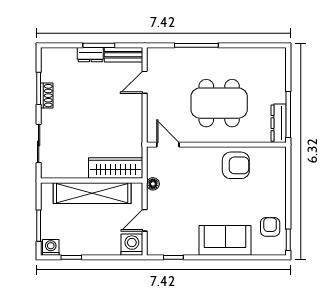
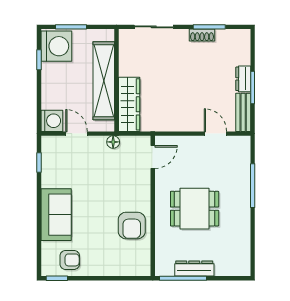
dining table: (219, 103) -> (195, 209), width x0.73
dresser: (279, 123) -> (194, 269), moved
washing machine: (51, 247) -> (56, 46), width x1.89, depth x1.89

